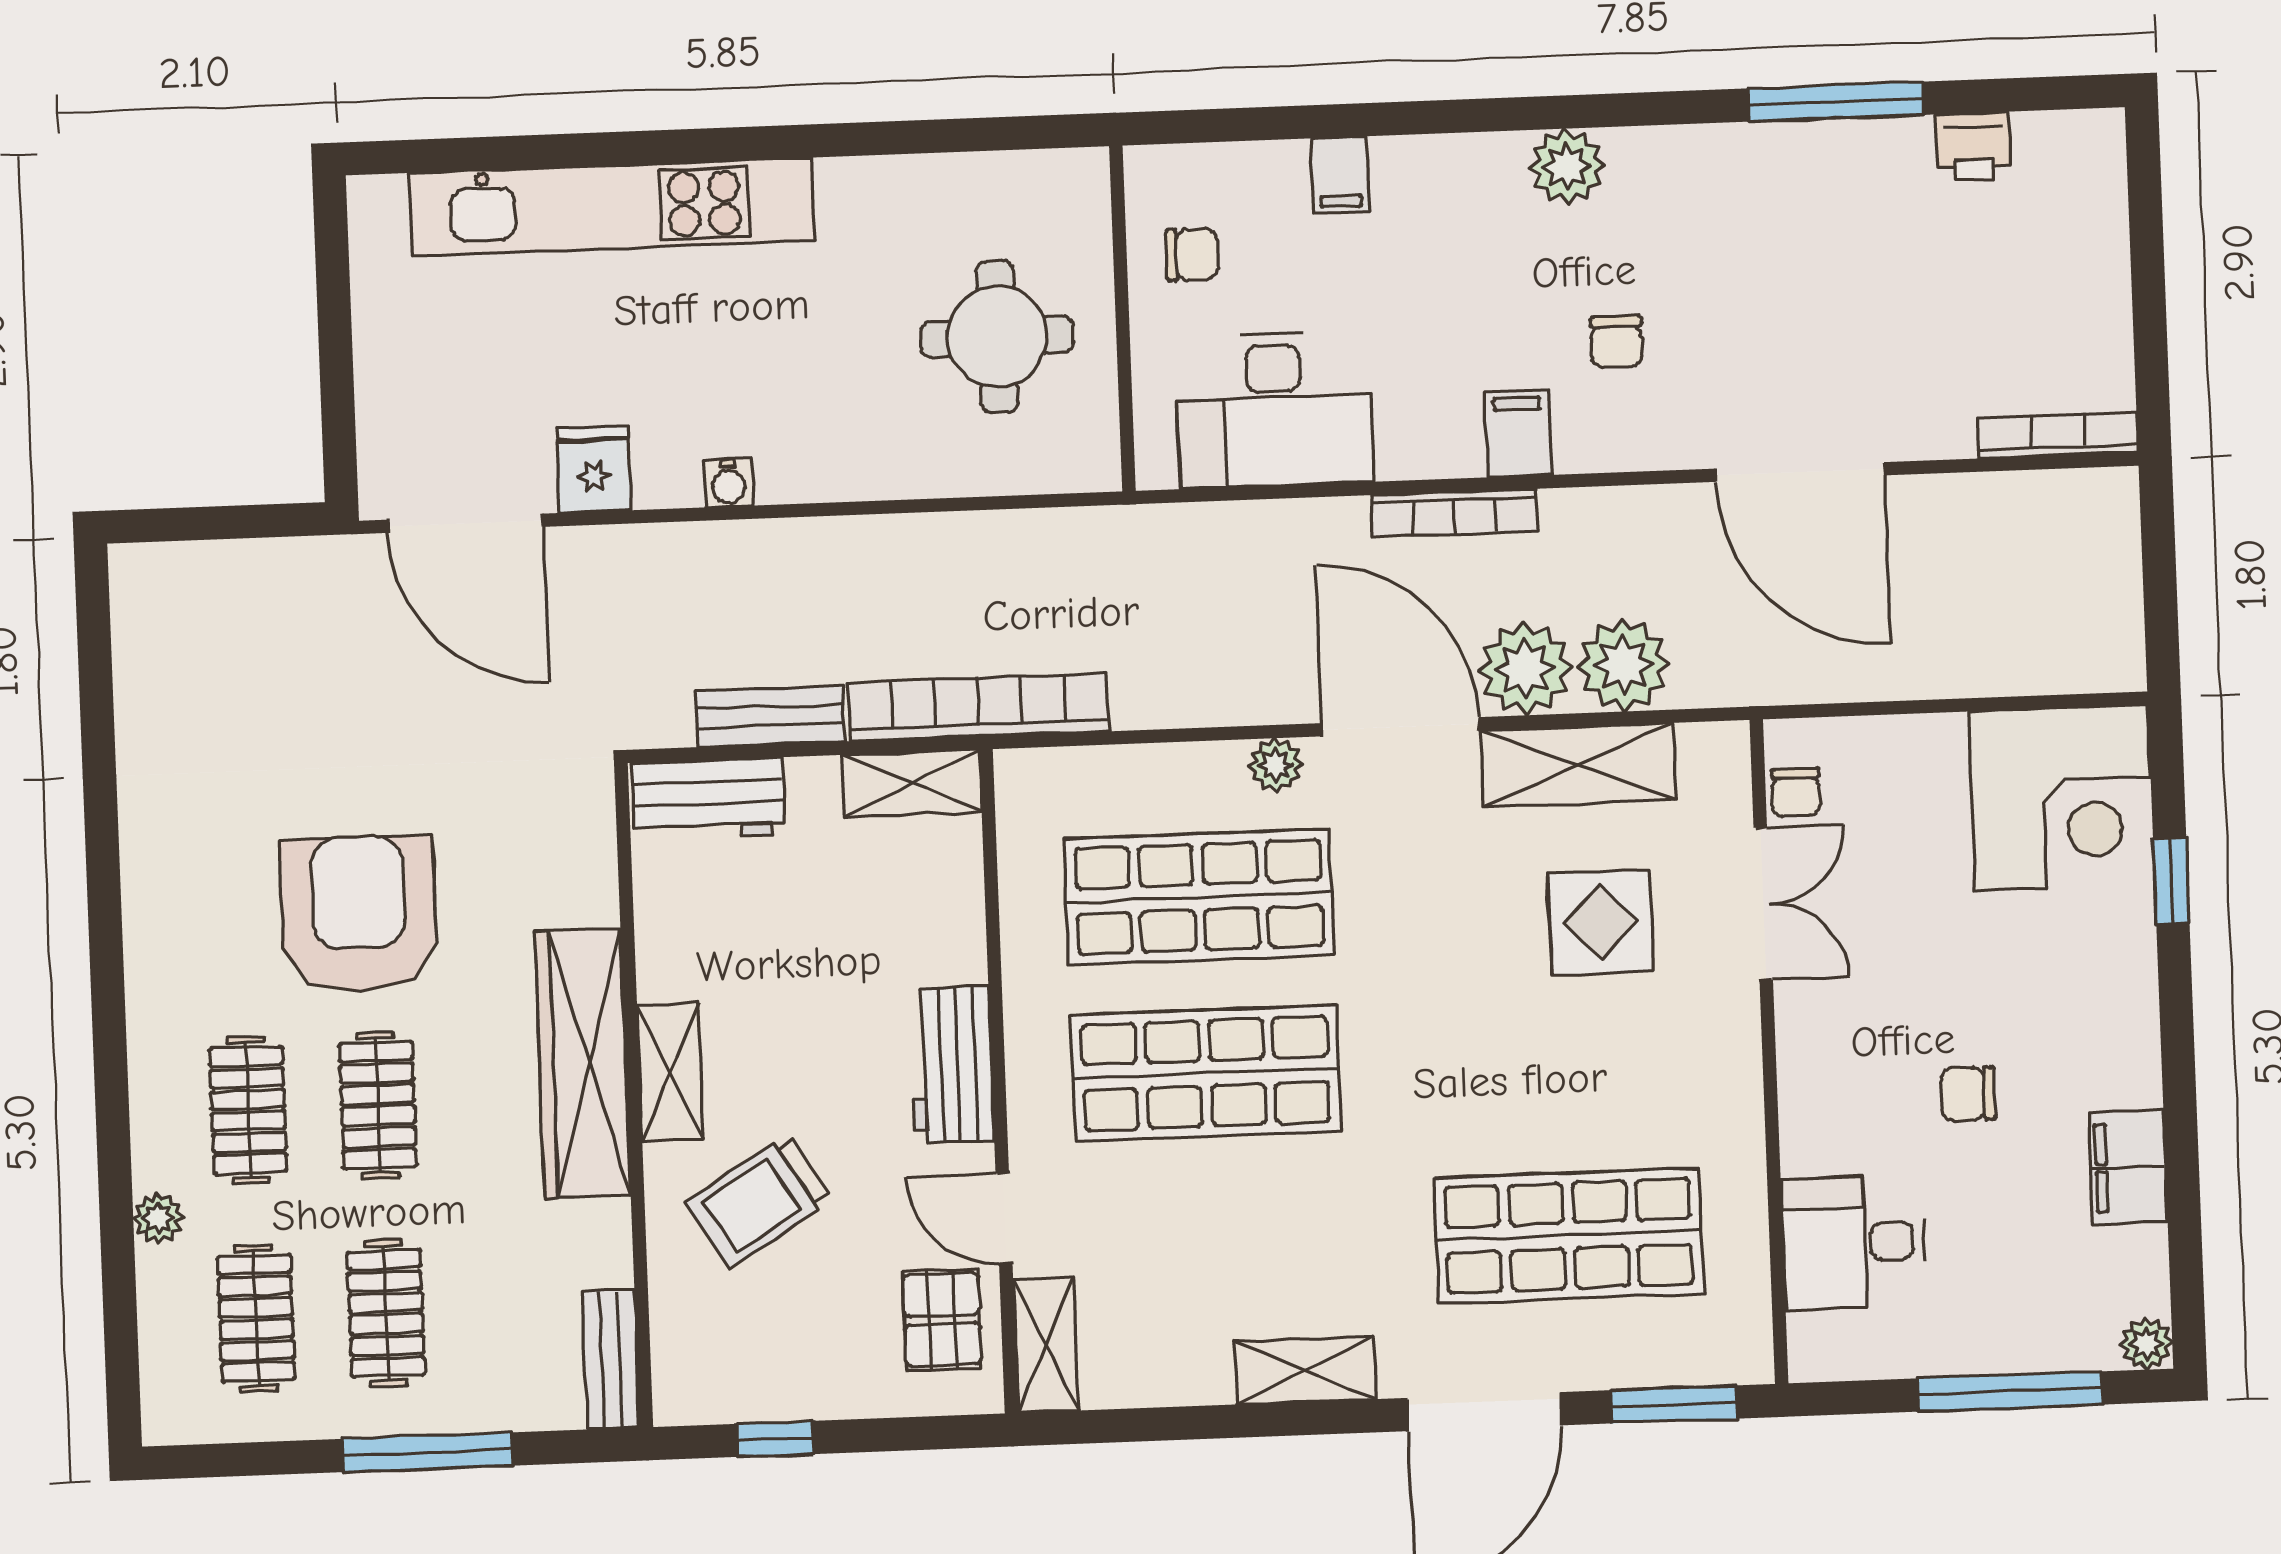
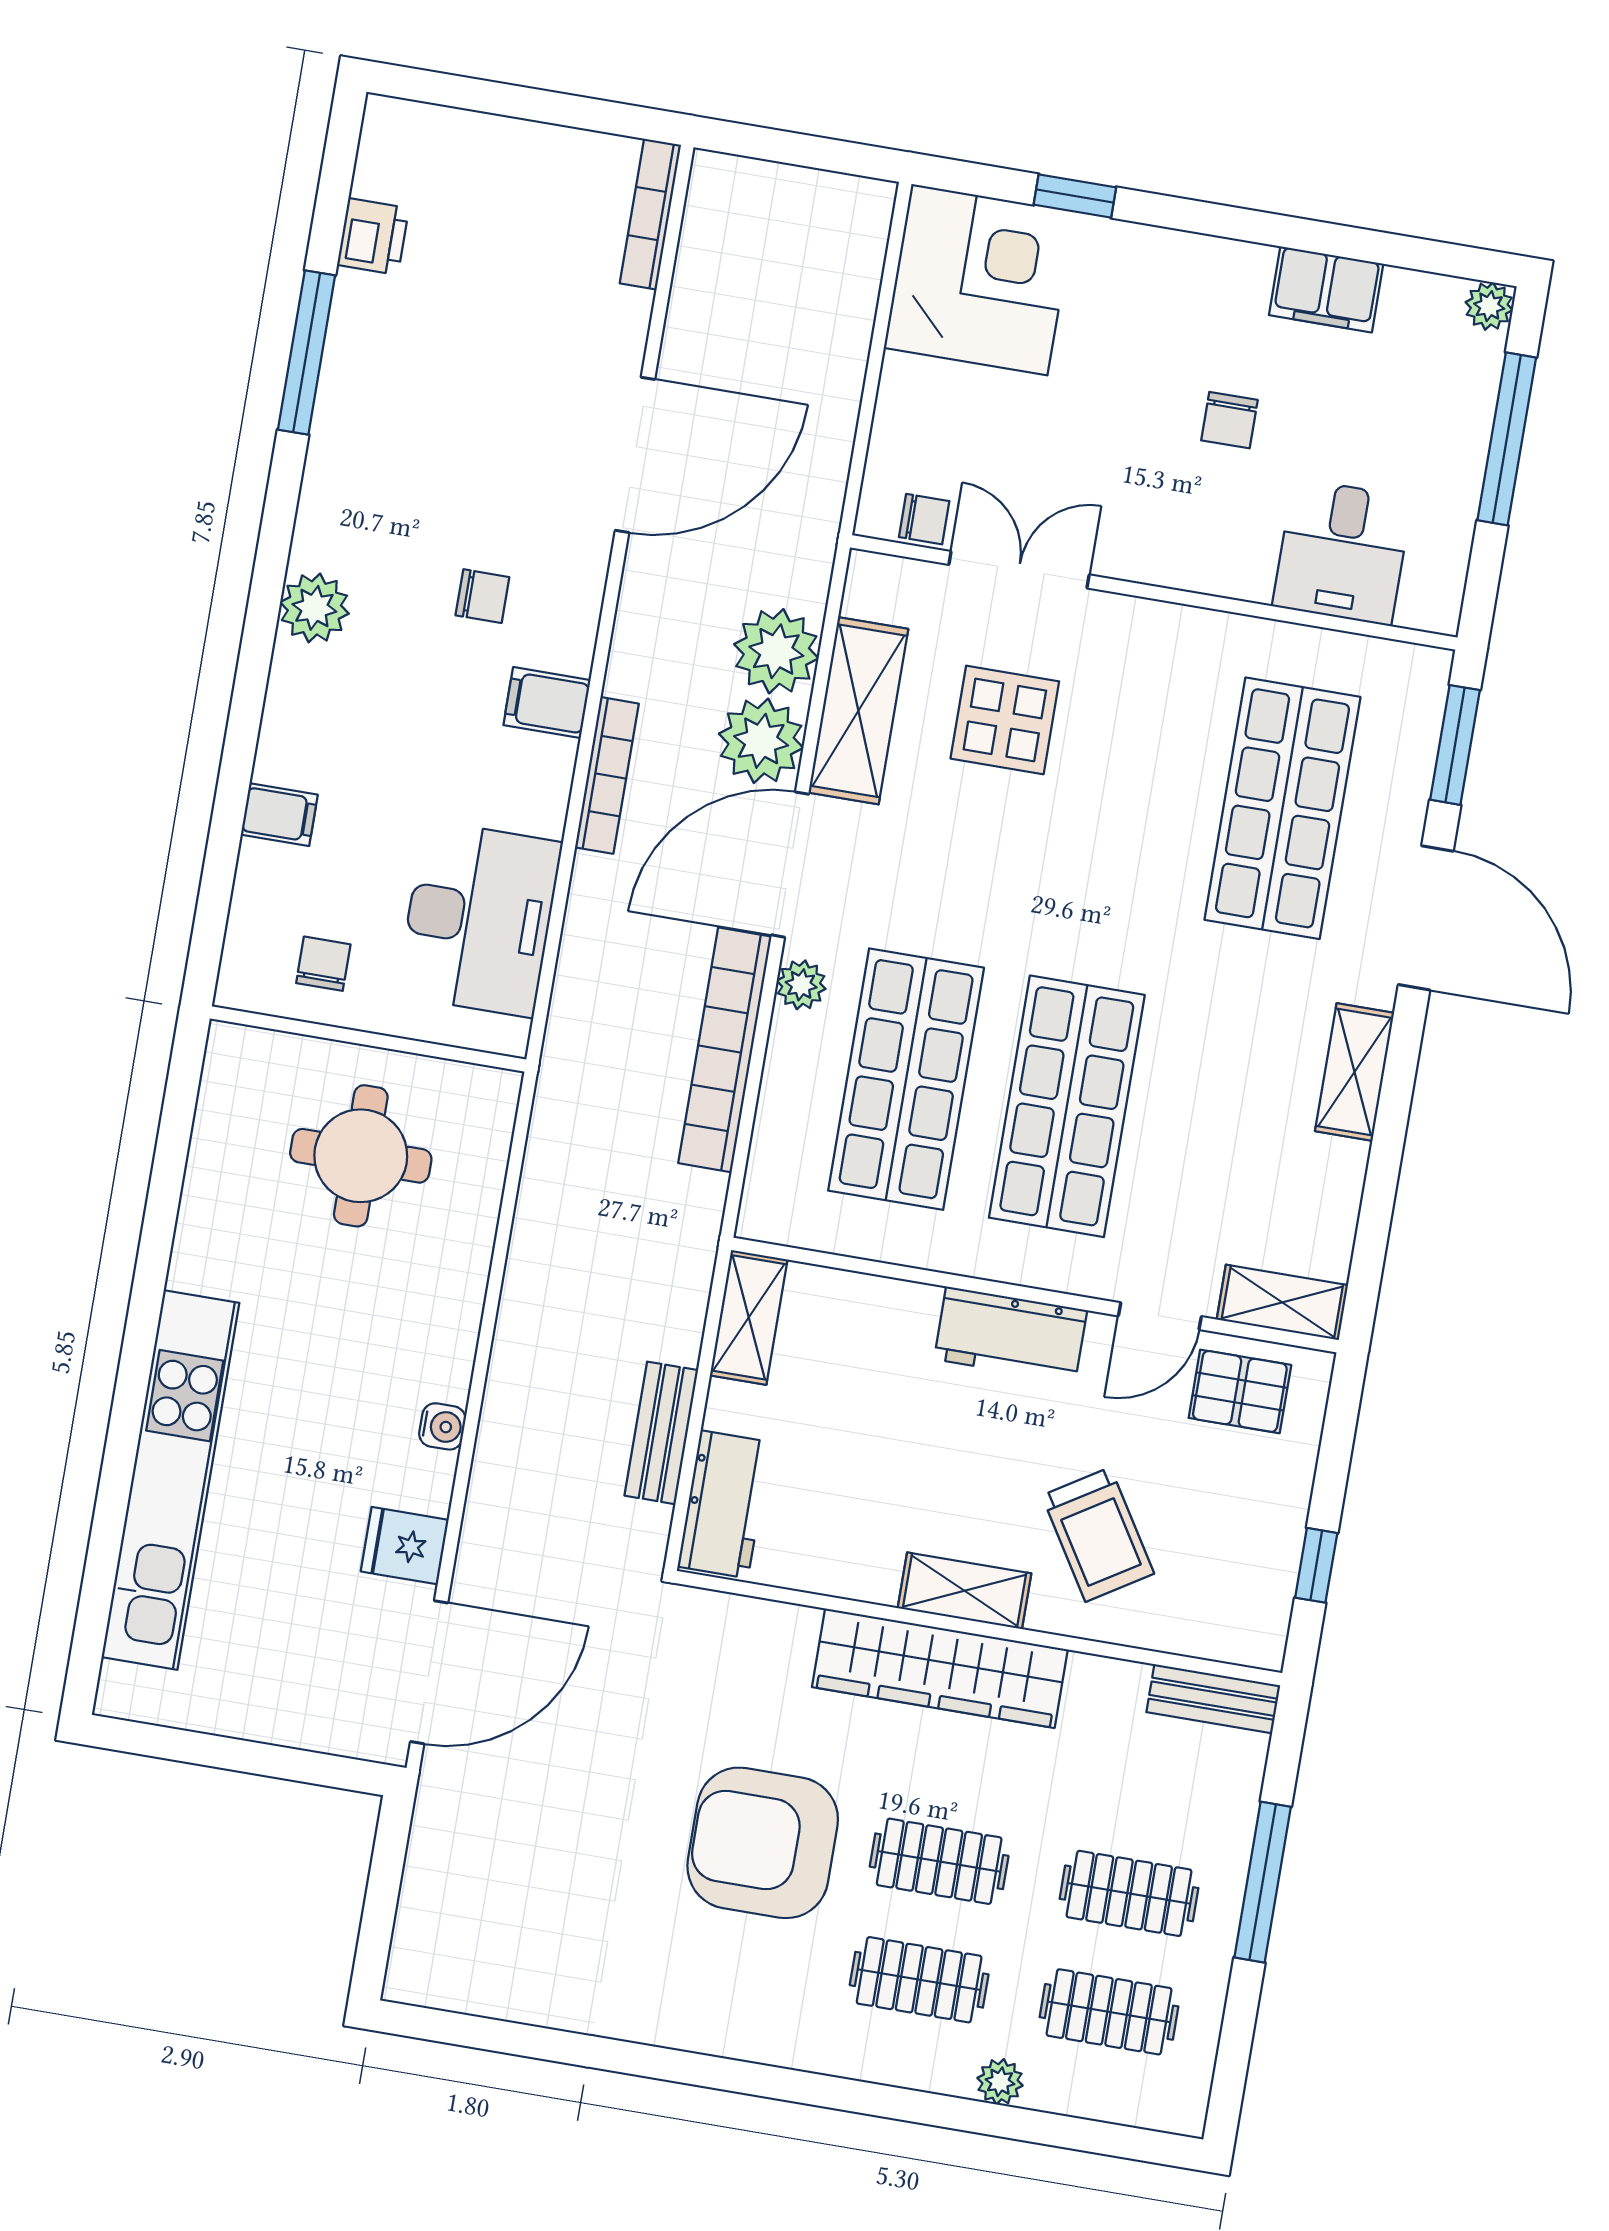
bookcase: (978, 707) -> (725, 1050), moved

